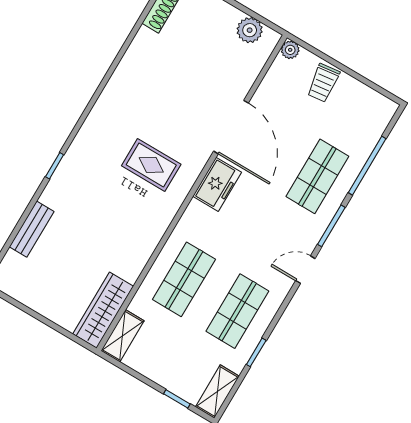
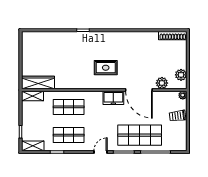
plant: (244, 76) -> (162, 83), added
door: (231, 127) -> (139, 90), hinge flipped
rug: (151, 165) -> (106, 68), turned 90
shop shelf: (317, 176) -> (140, 135), width x1.43, depth x1.36
bench: (32, 229) -> (53, 36), removed
door: (305, 270) -> (101, 152), hinge flipped

